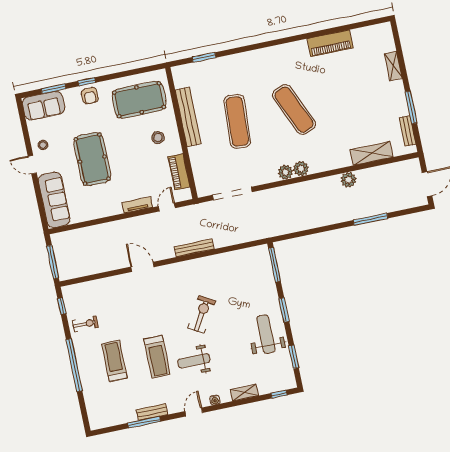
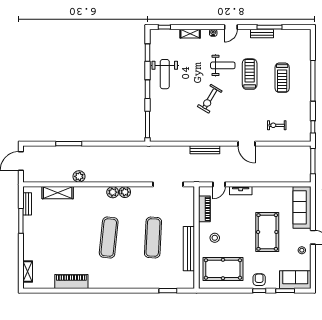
shelving: (393, 66) -> (28, 271), moved
exercise mat: (294, 110) -> (109, 237), turned 30
exercise bike: (85, 324) -> (277, 125), moved

